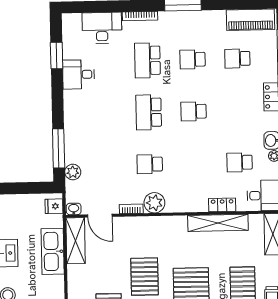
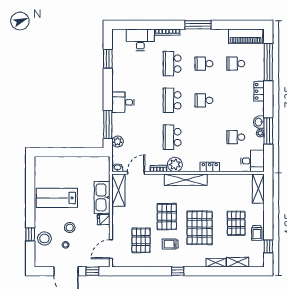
desk: (79, 74) -> (123, 102), moved
school desk: (150, 164) -> (172, 137), width x1.85
locker: (222, 205) -> (210, 167), moved
fridge: (54, 206) -> (104, 220), moved
door: (100, 216) -> (136, 173), swing flipped
shelving: (218, 223) -> (186, 180), moved

